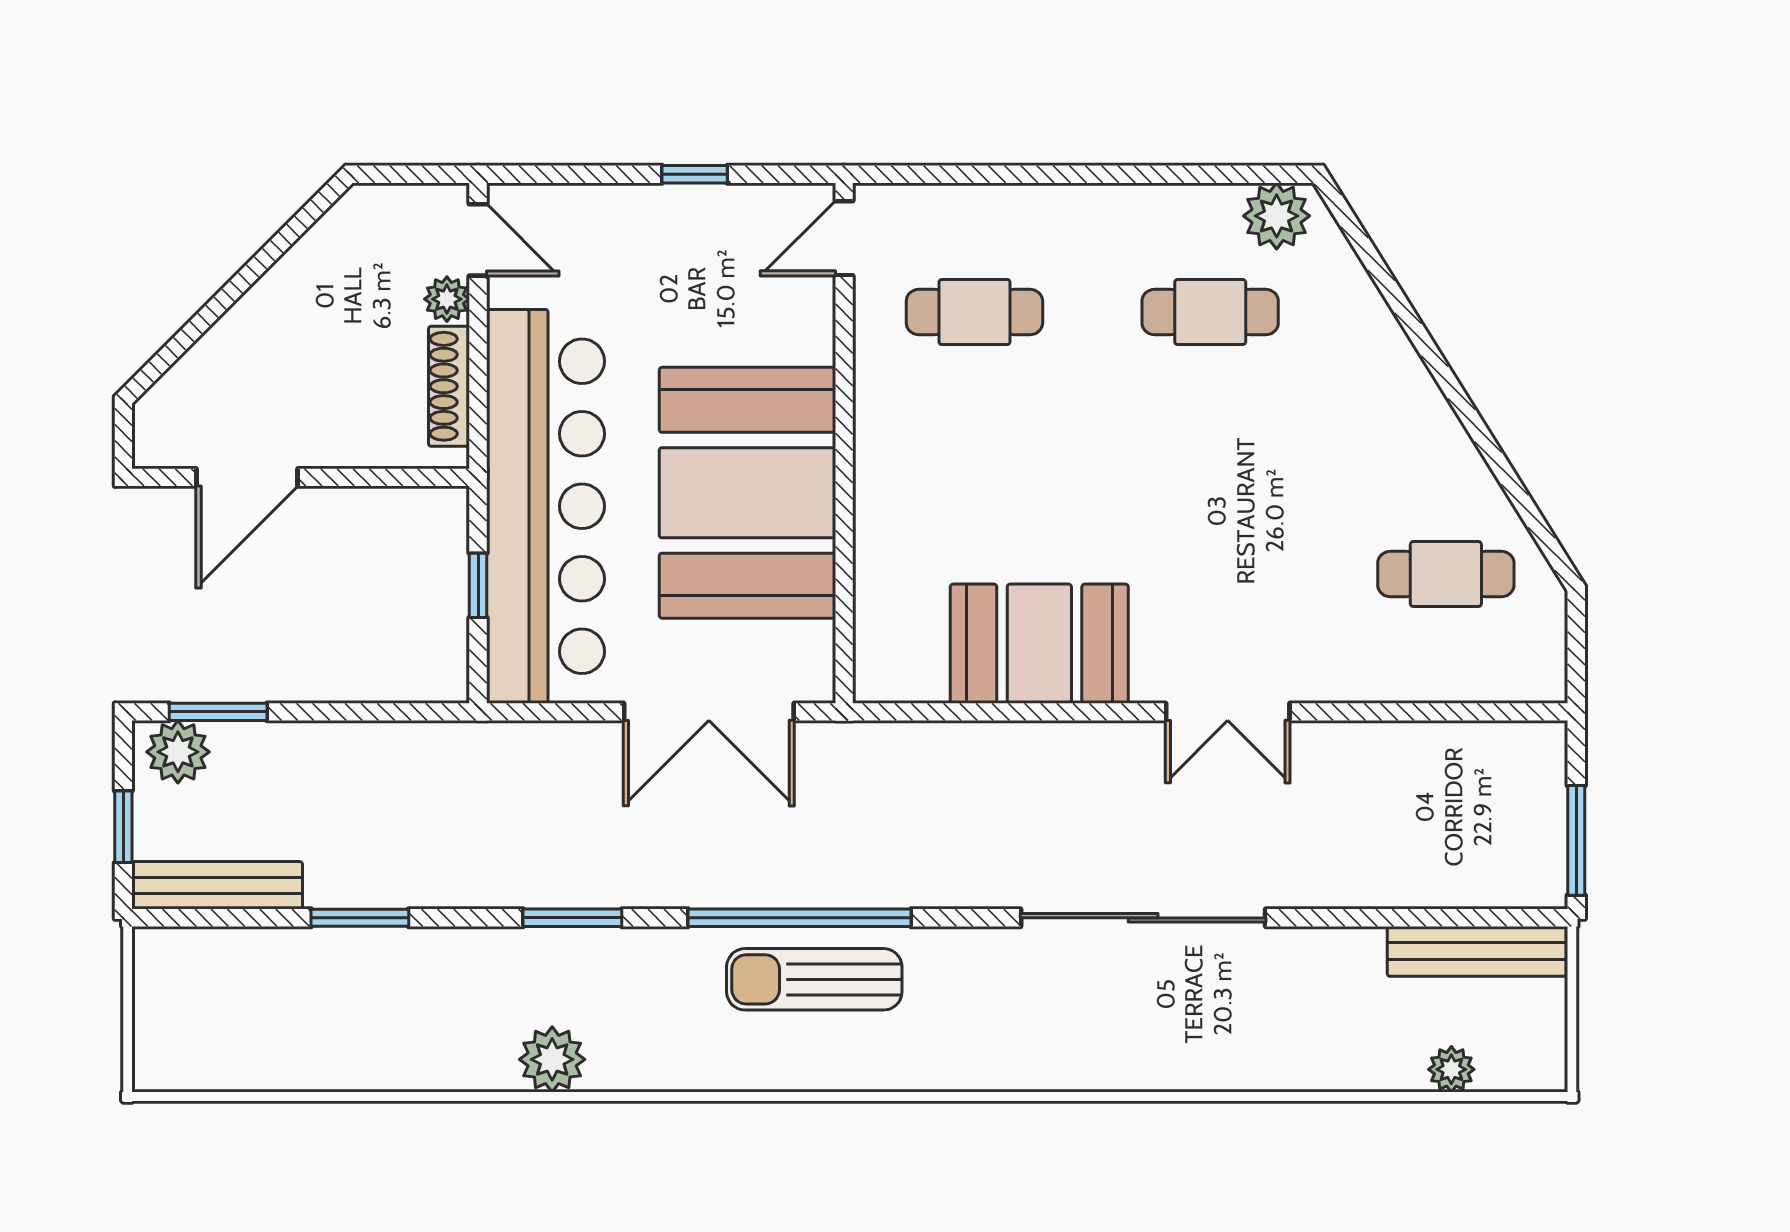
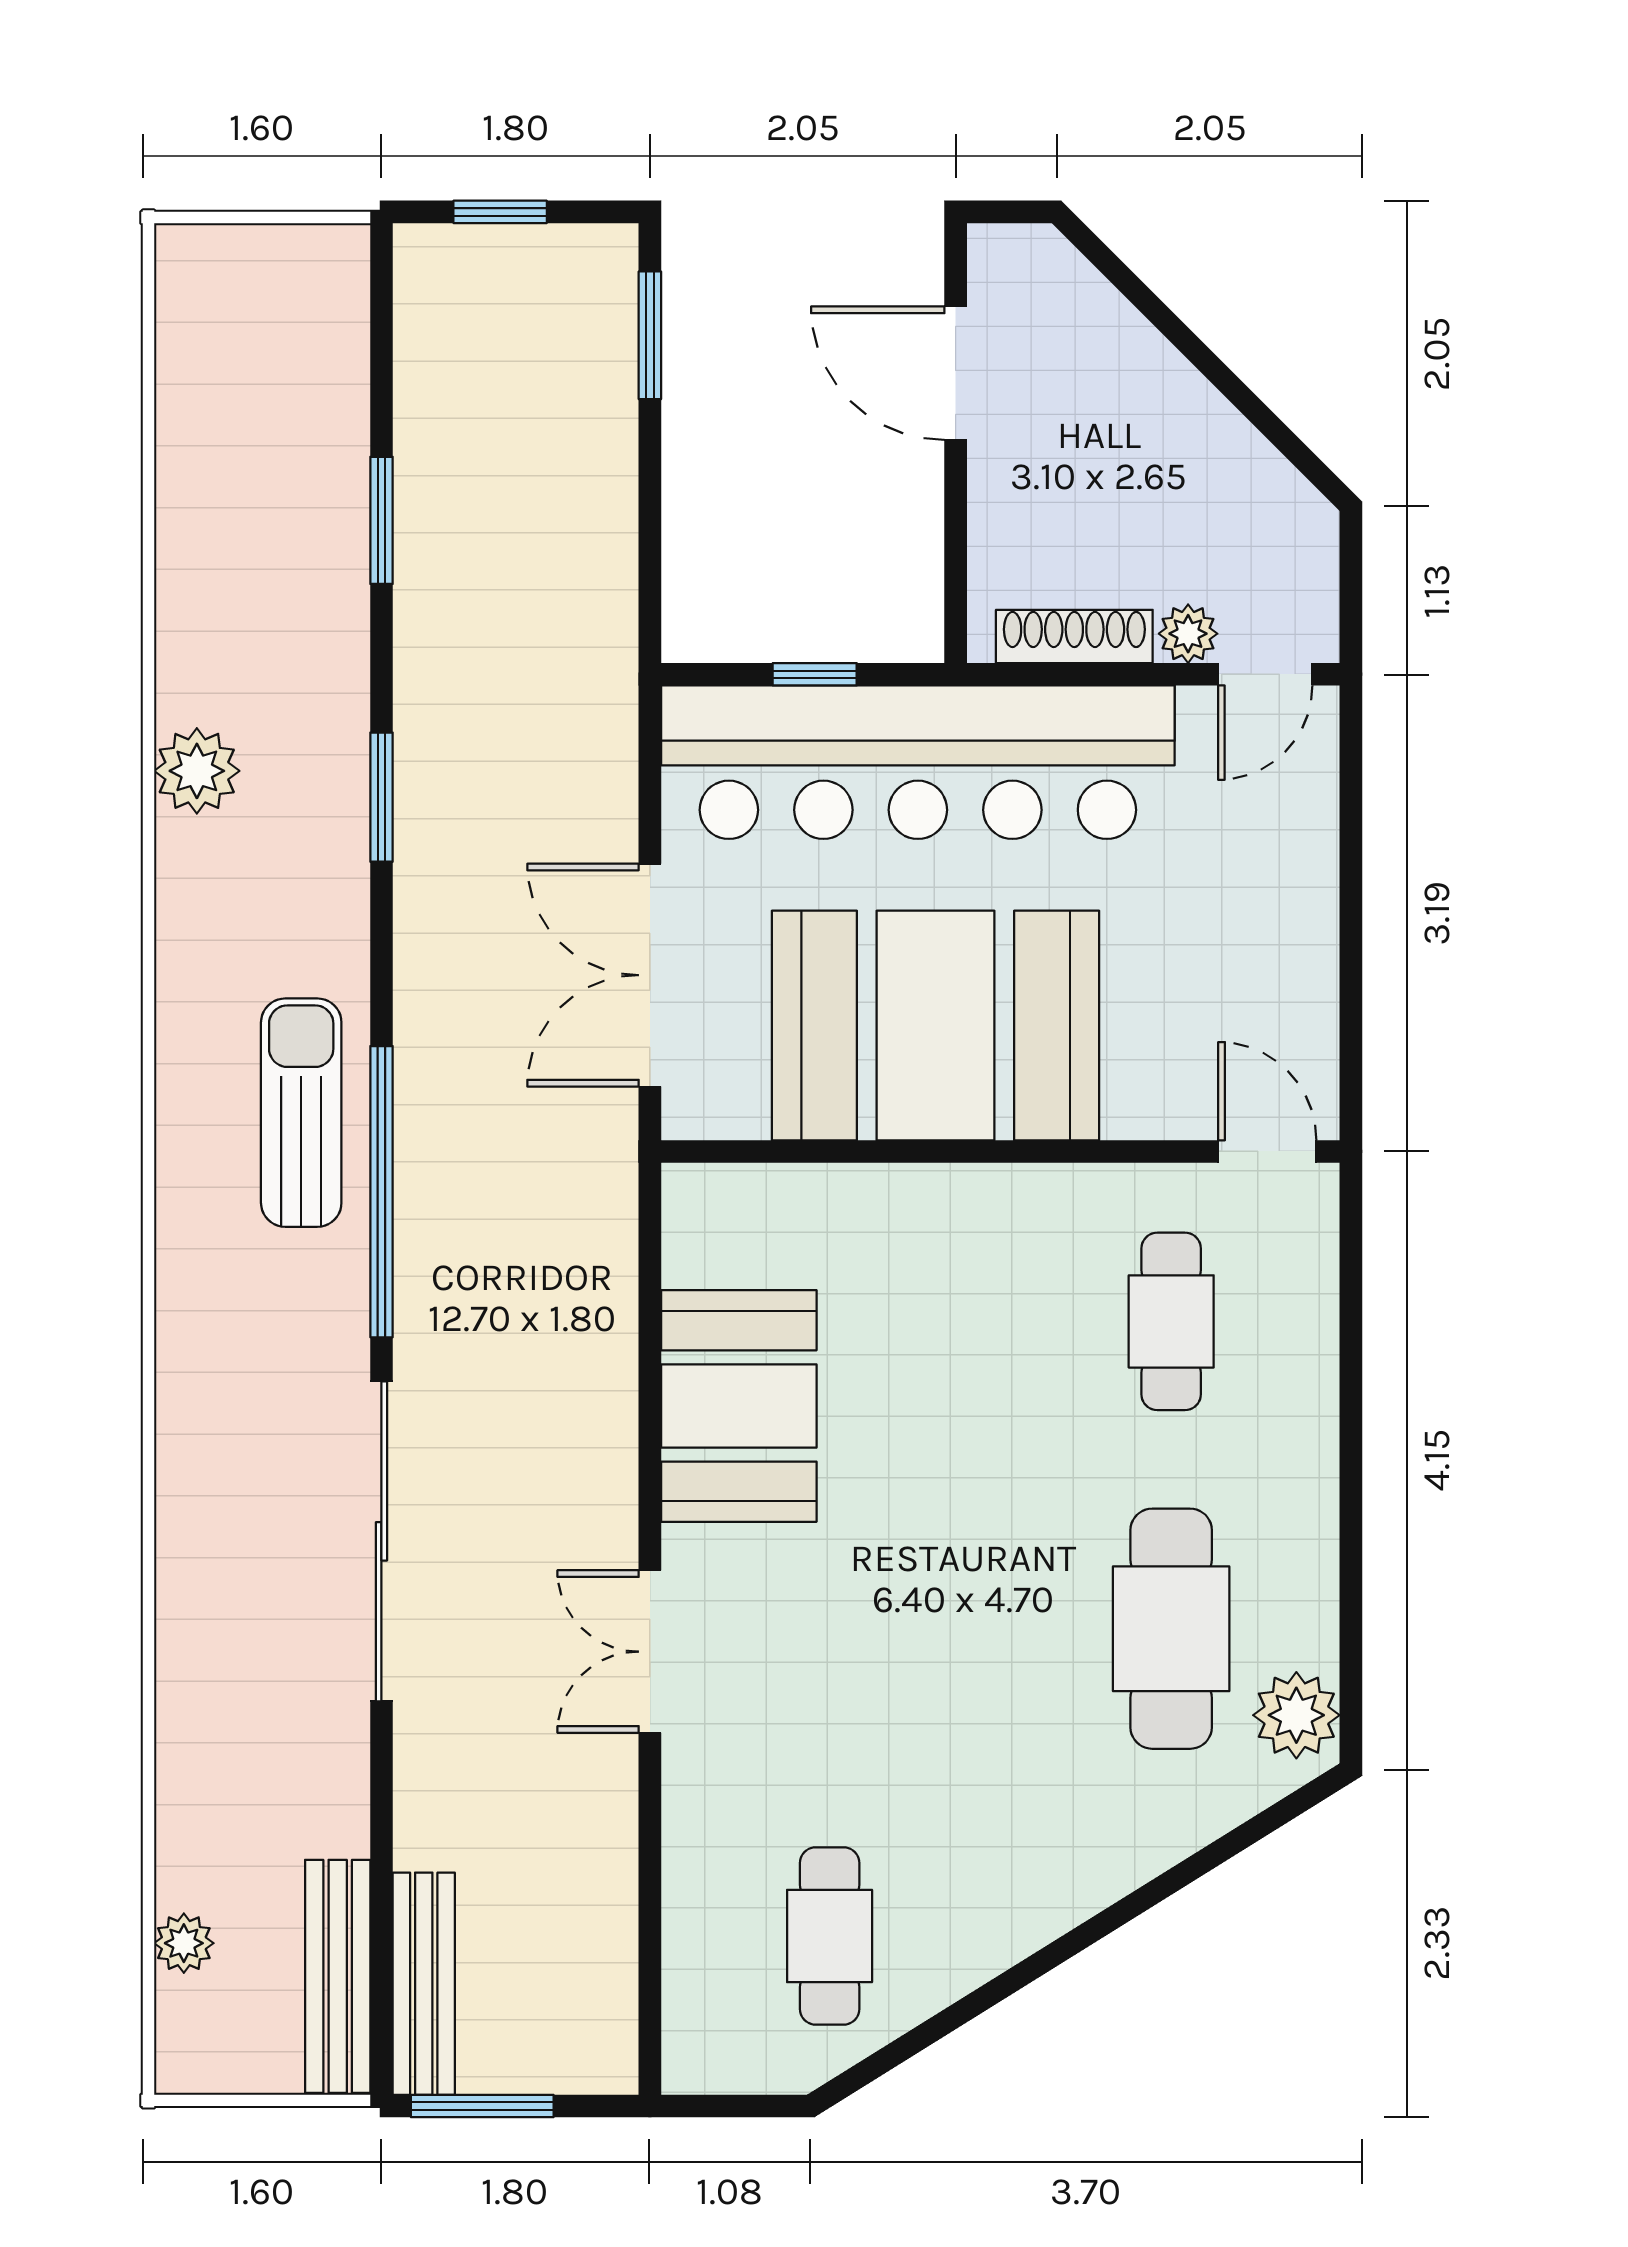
window: (695, 174) -> (1351, 957), removed
cafe table: (1210, 312) -> (1171, 1629), width x1.37, depth x1.35
plant: (178, 752) -> (598, 283), removed
bench: (217, 885) -> (424, 1984), moved
window: (800, 918) -> (381, 1192), moved

